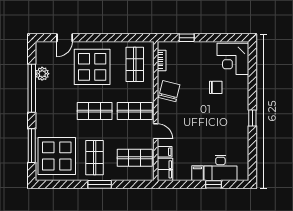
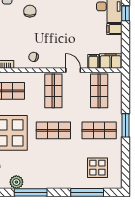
window: (32, 88) -> (31, 192), width x0.68
chair: (169, 91) -> (34, 57), width x0.54, depth x0.54
shop shelf: (95, 111) -> (53, 130), turned 90
door: (156, 131) -> (73, 70), hinge flipped
display table: (57, 156) -> (97, 168), width x0.54, depth x0.54

